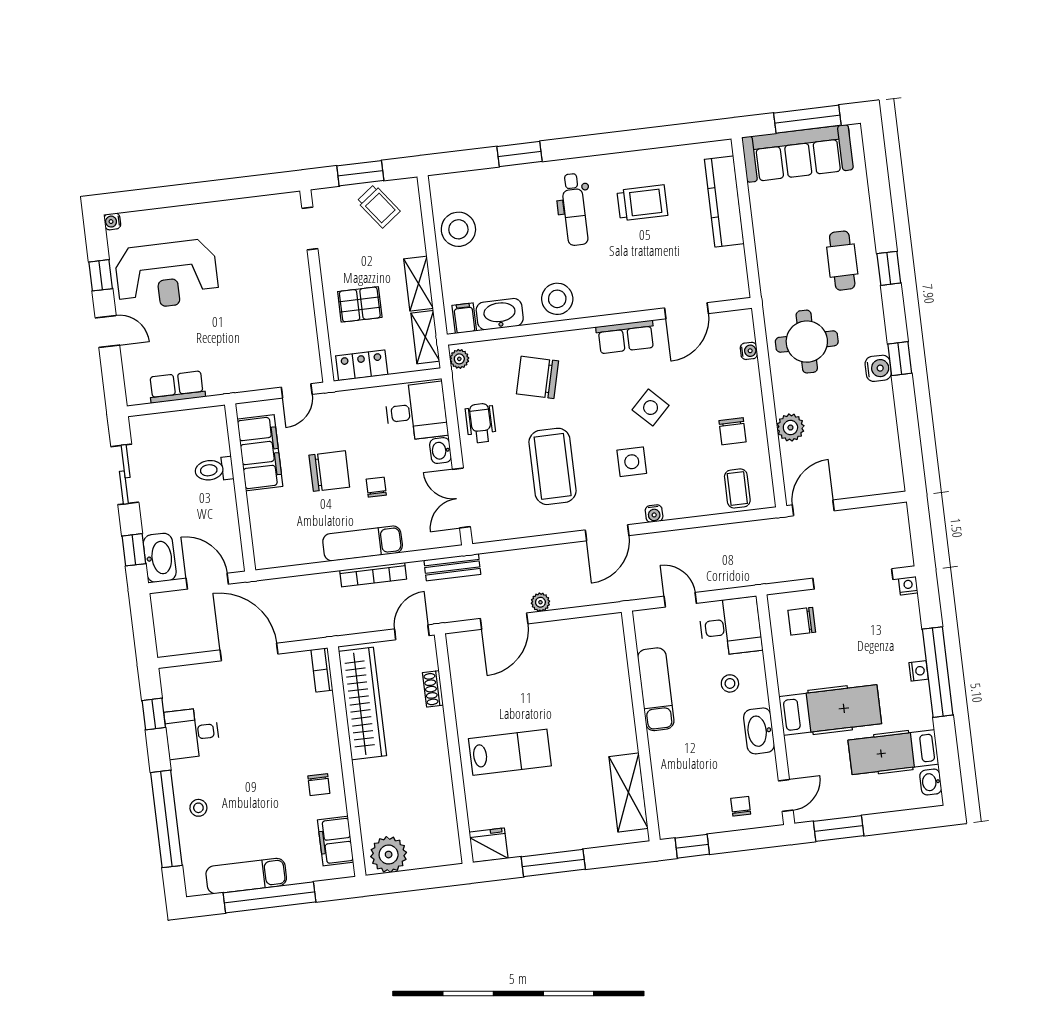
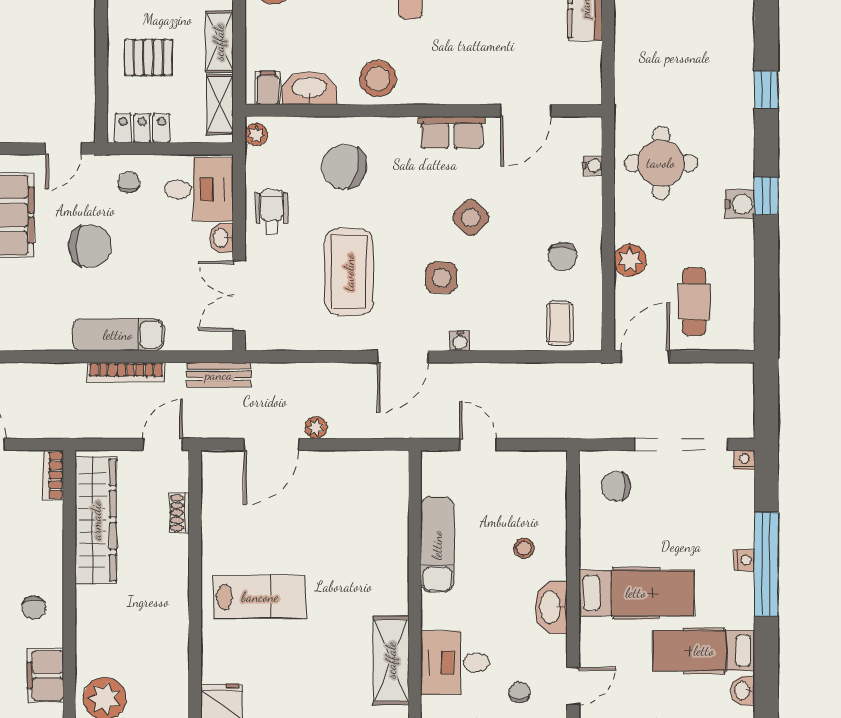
cafe table: (842, 261) -> (694, 302), moved
chair: (376, 487) -> (129, 182), moved
desk: (730, 626) -> (455, 663), moved, turned 180

